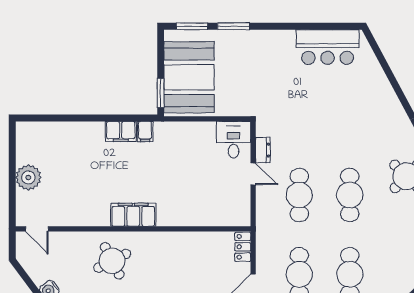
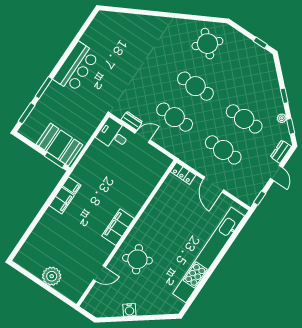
bar counter: (328, 47) -> (76, 67), moved
booth: (189, 77) -> (59, 145), width x0.73, depth x0.70
door: (37, 229) -> (99, 273), moved

